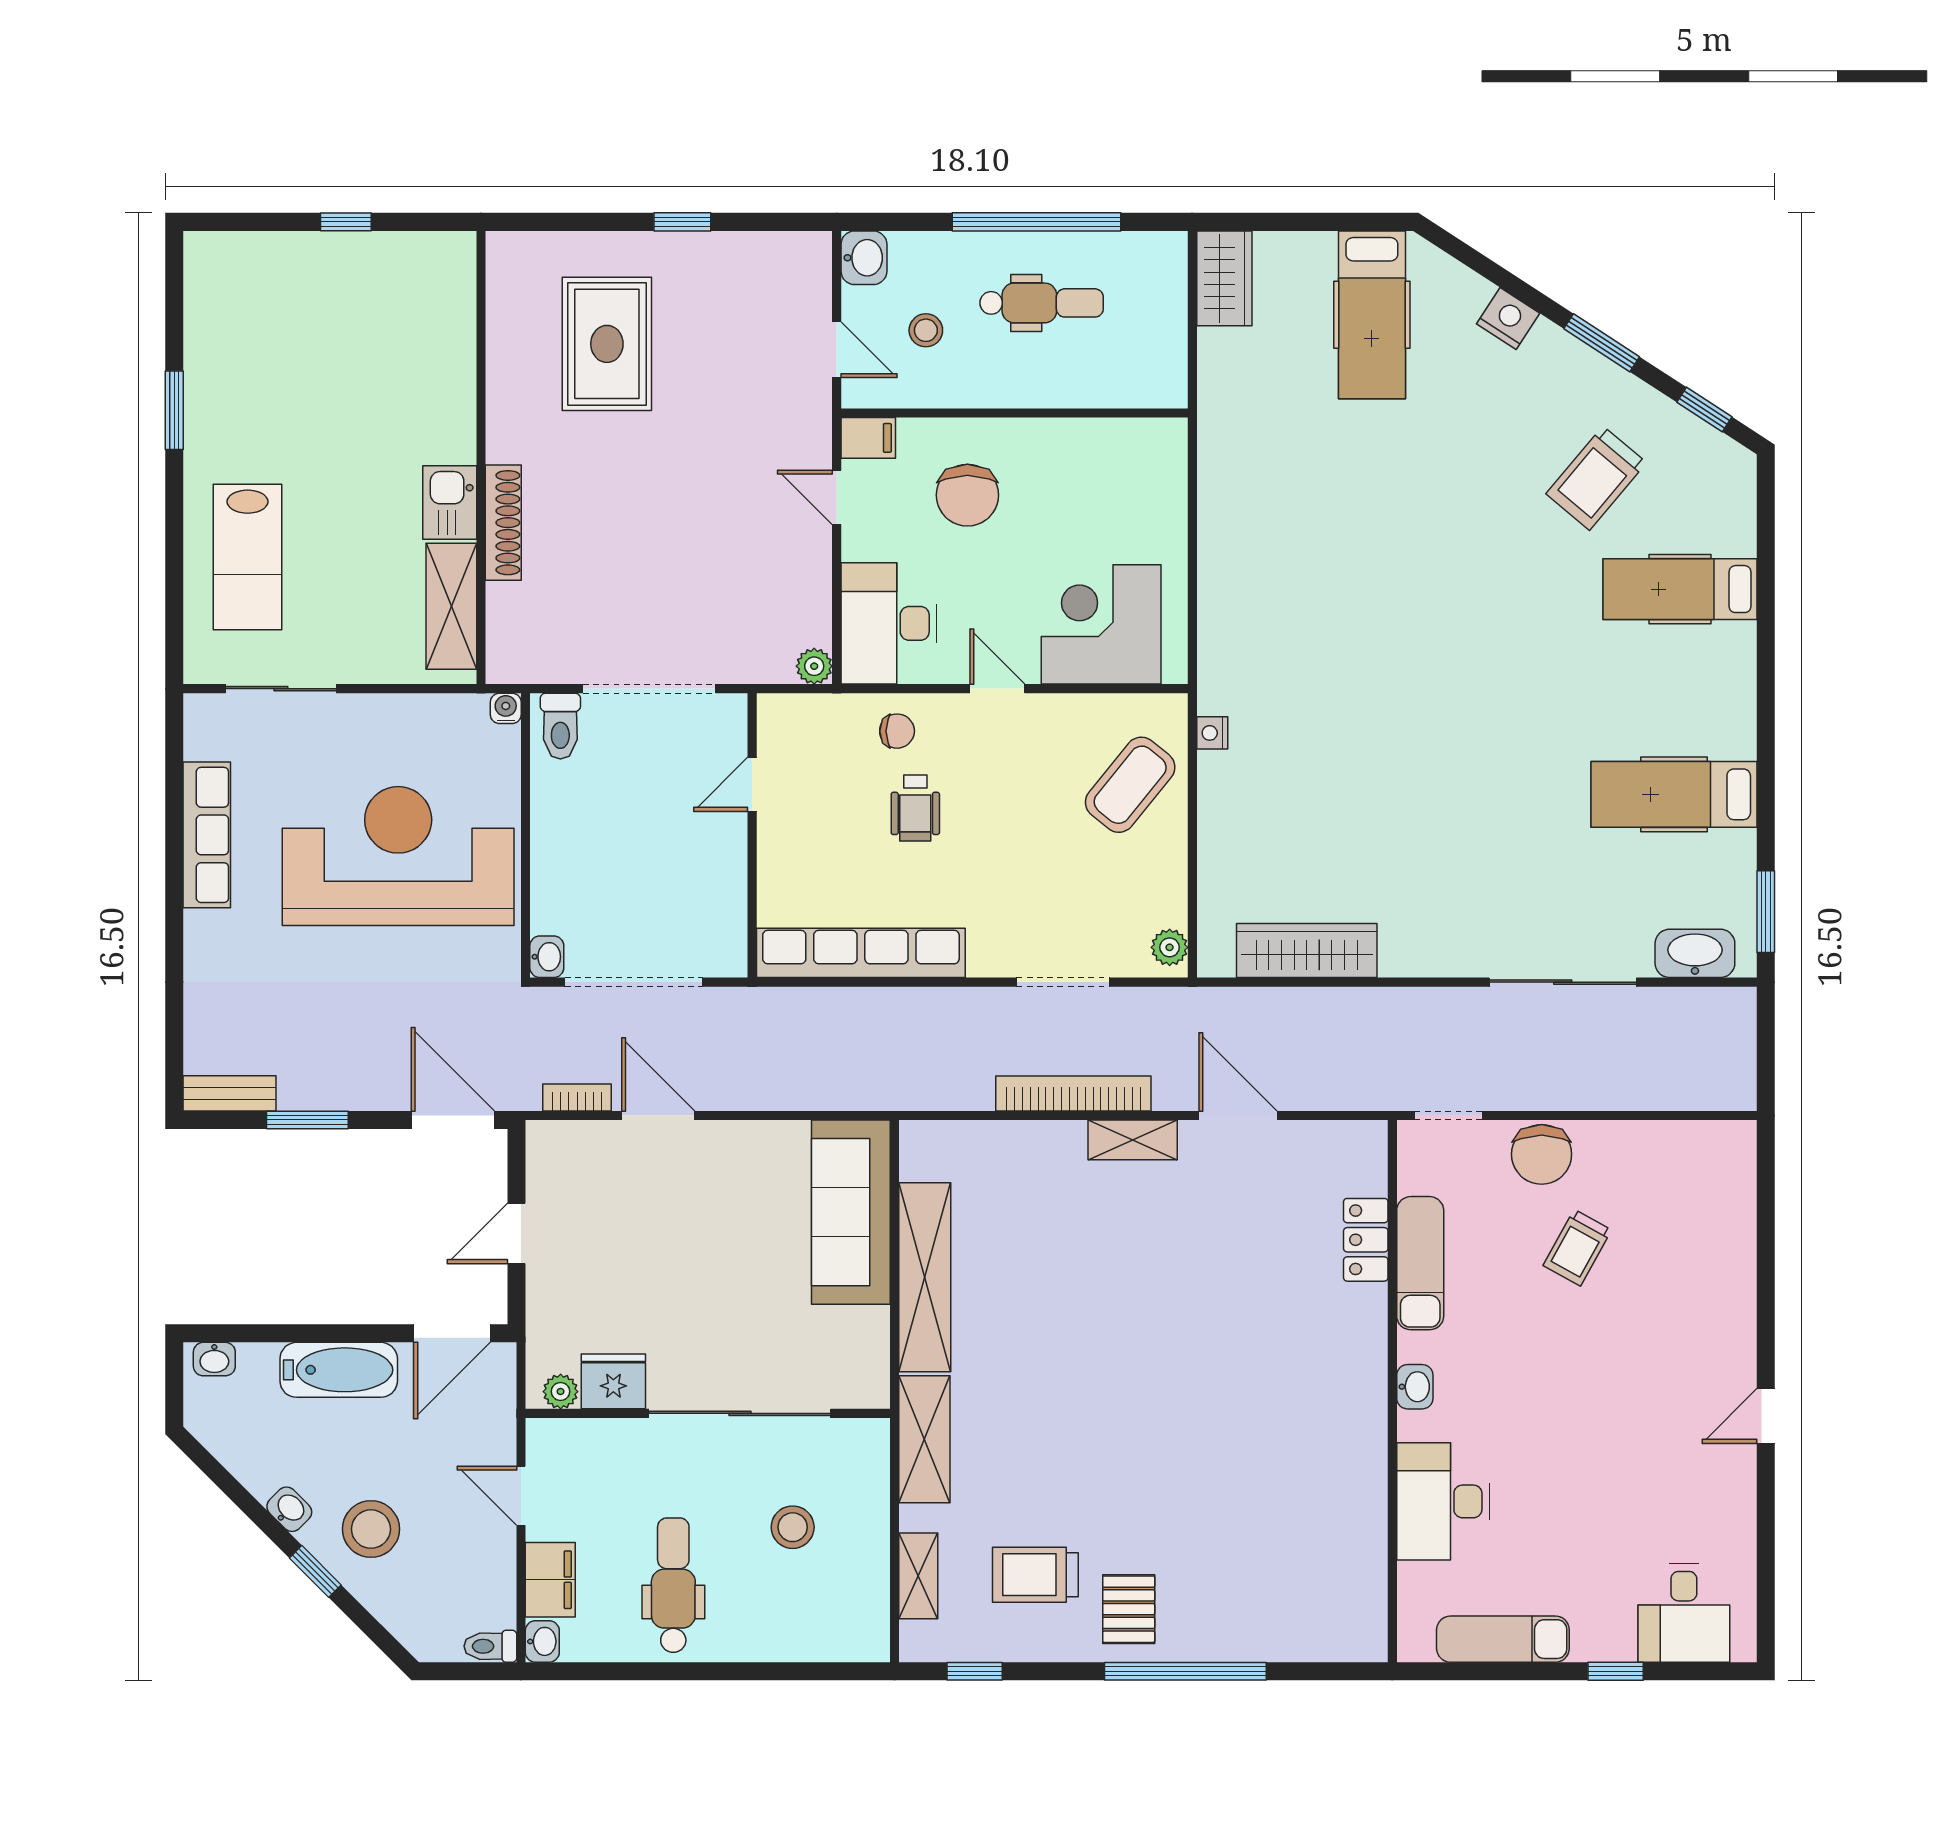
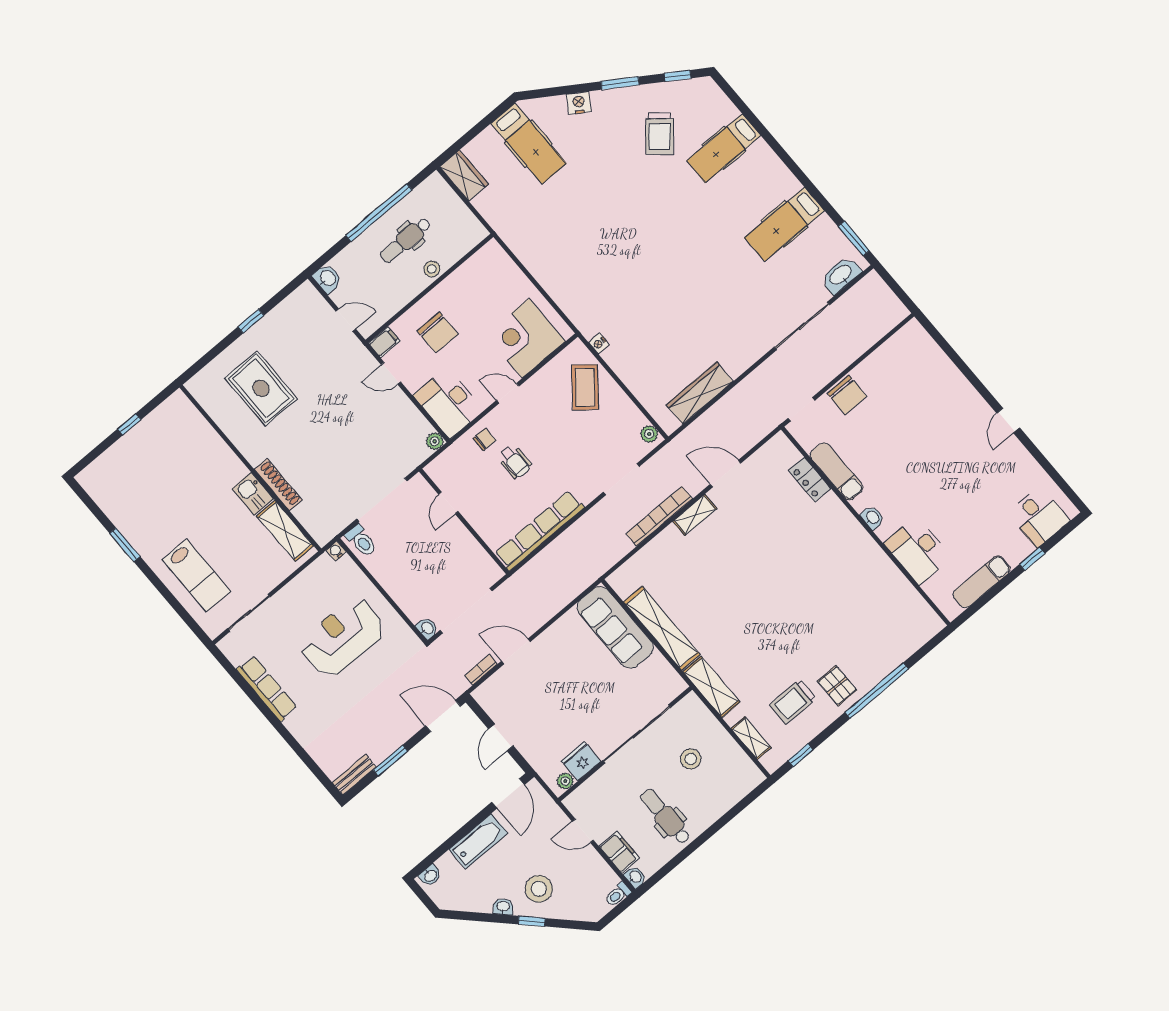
dental chair: (1042, 303) -> (405, 240), turned 180
stool: (926, 330) -> (432, 269), moved
reception desk: (398, 856) -> (342, 637), width x0.74, depth x0.77
trolley: (1577, 1248) -> (889, 418), removed

